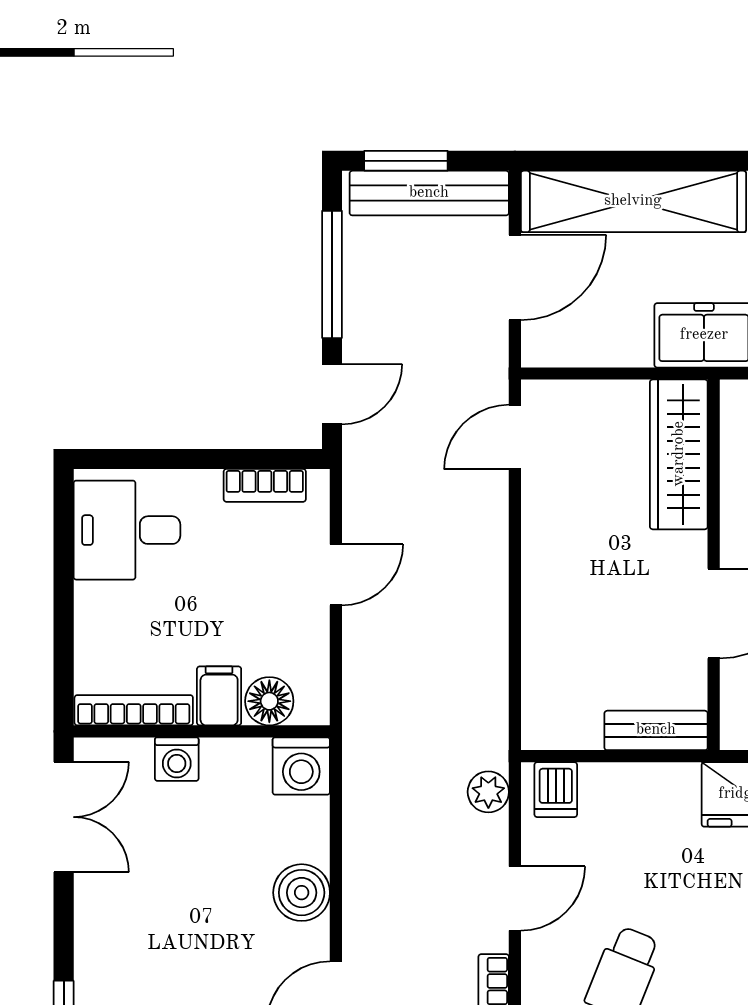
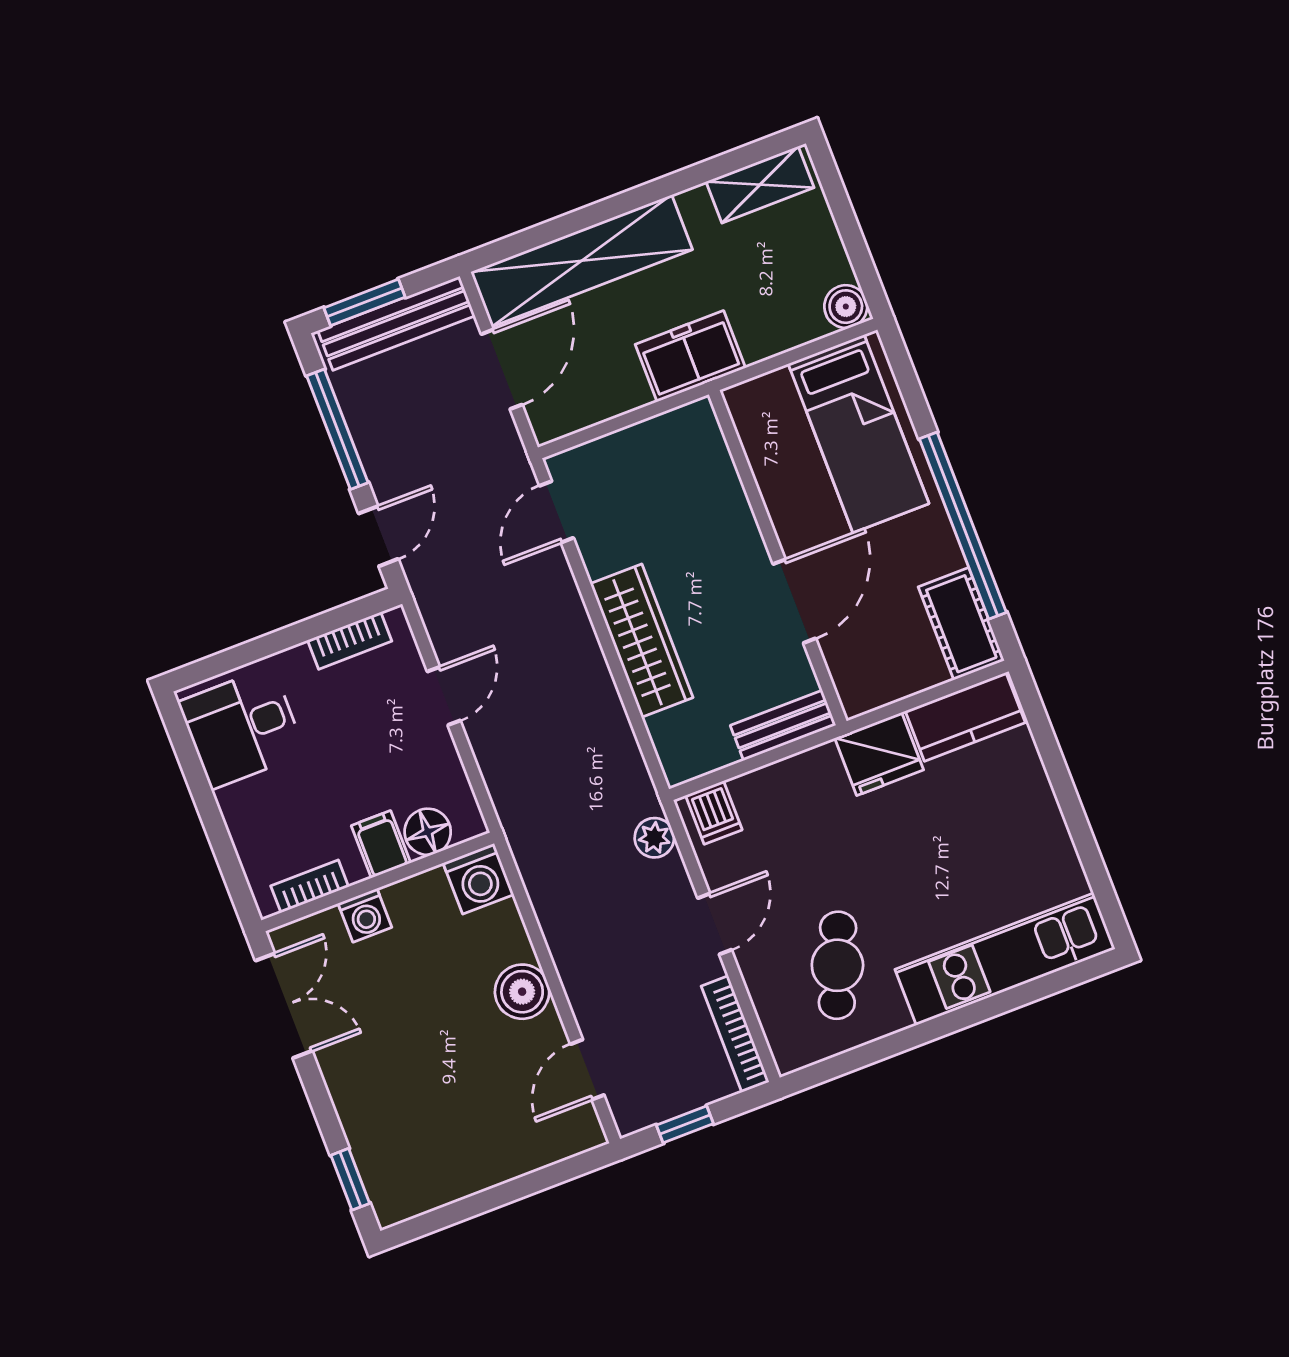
wardrobe: (679, 454) -> (642, 641), moved, turned 180
bookcase: (134, 710) -> (310, 886), width x0.64

